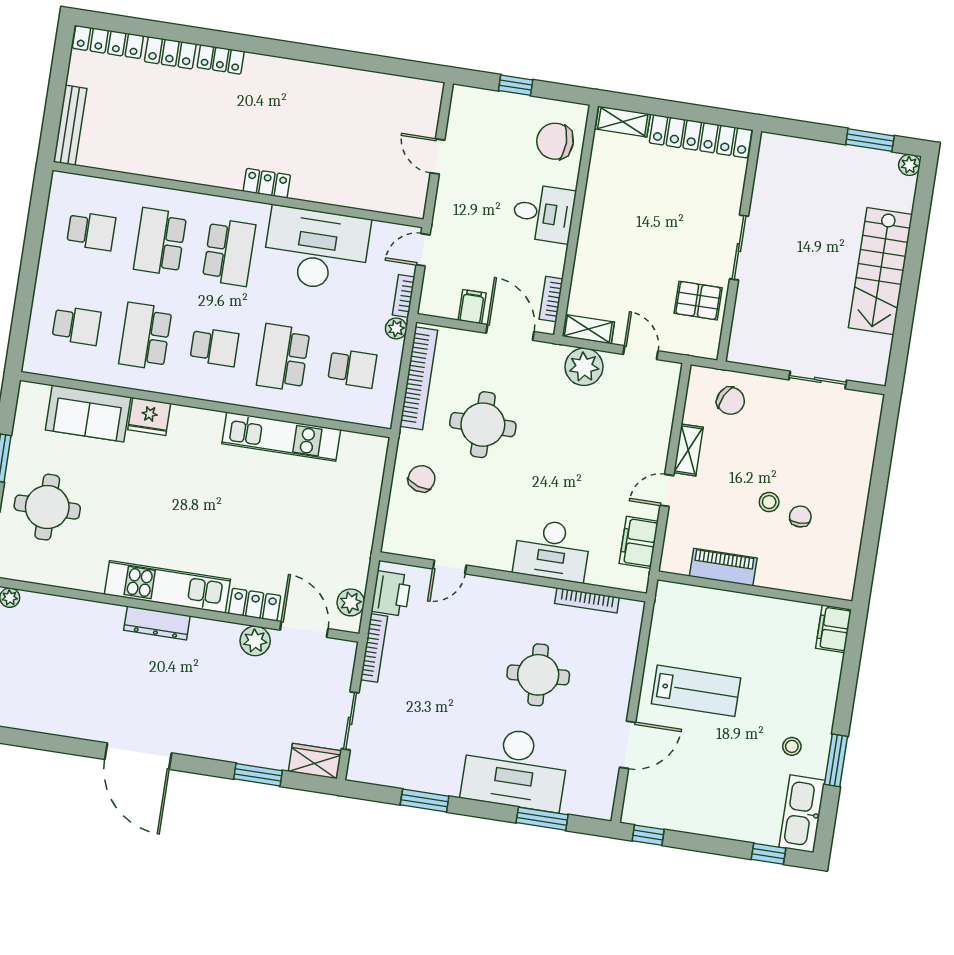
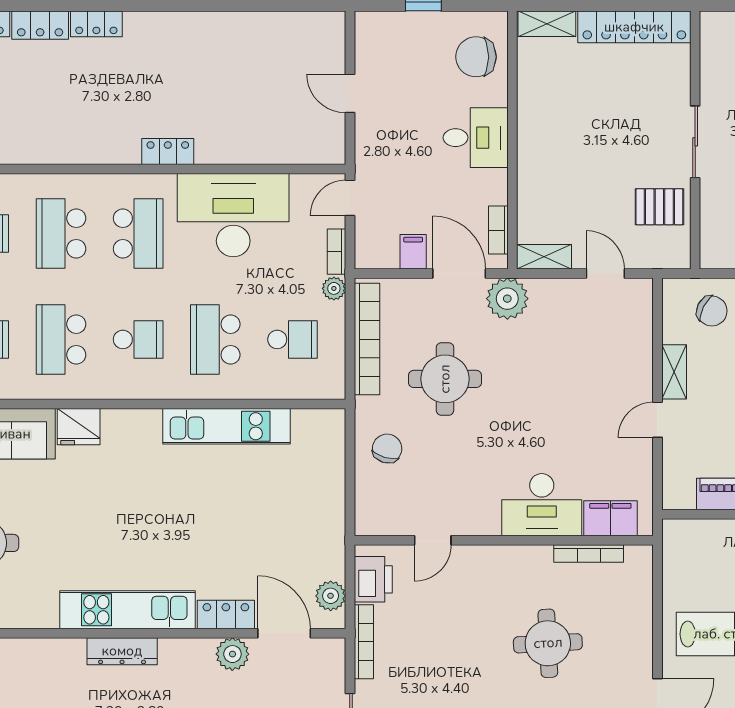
plant: (584, 367) -> (507, 299), moved
filing cabinet: (639, 542) -> (610, 518), moved, turned 90

